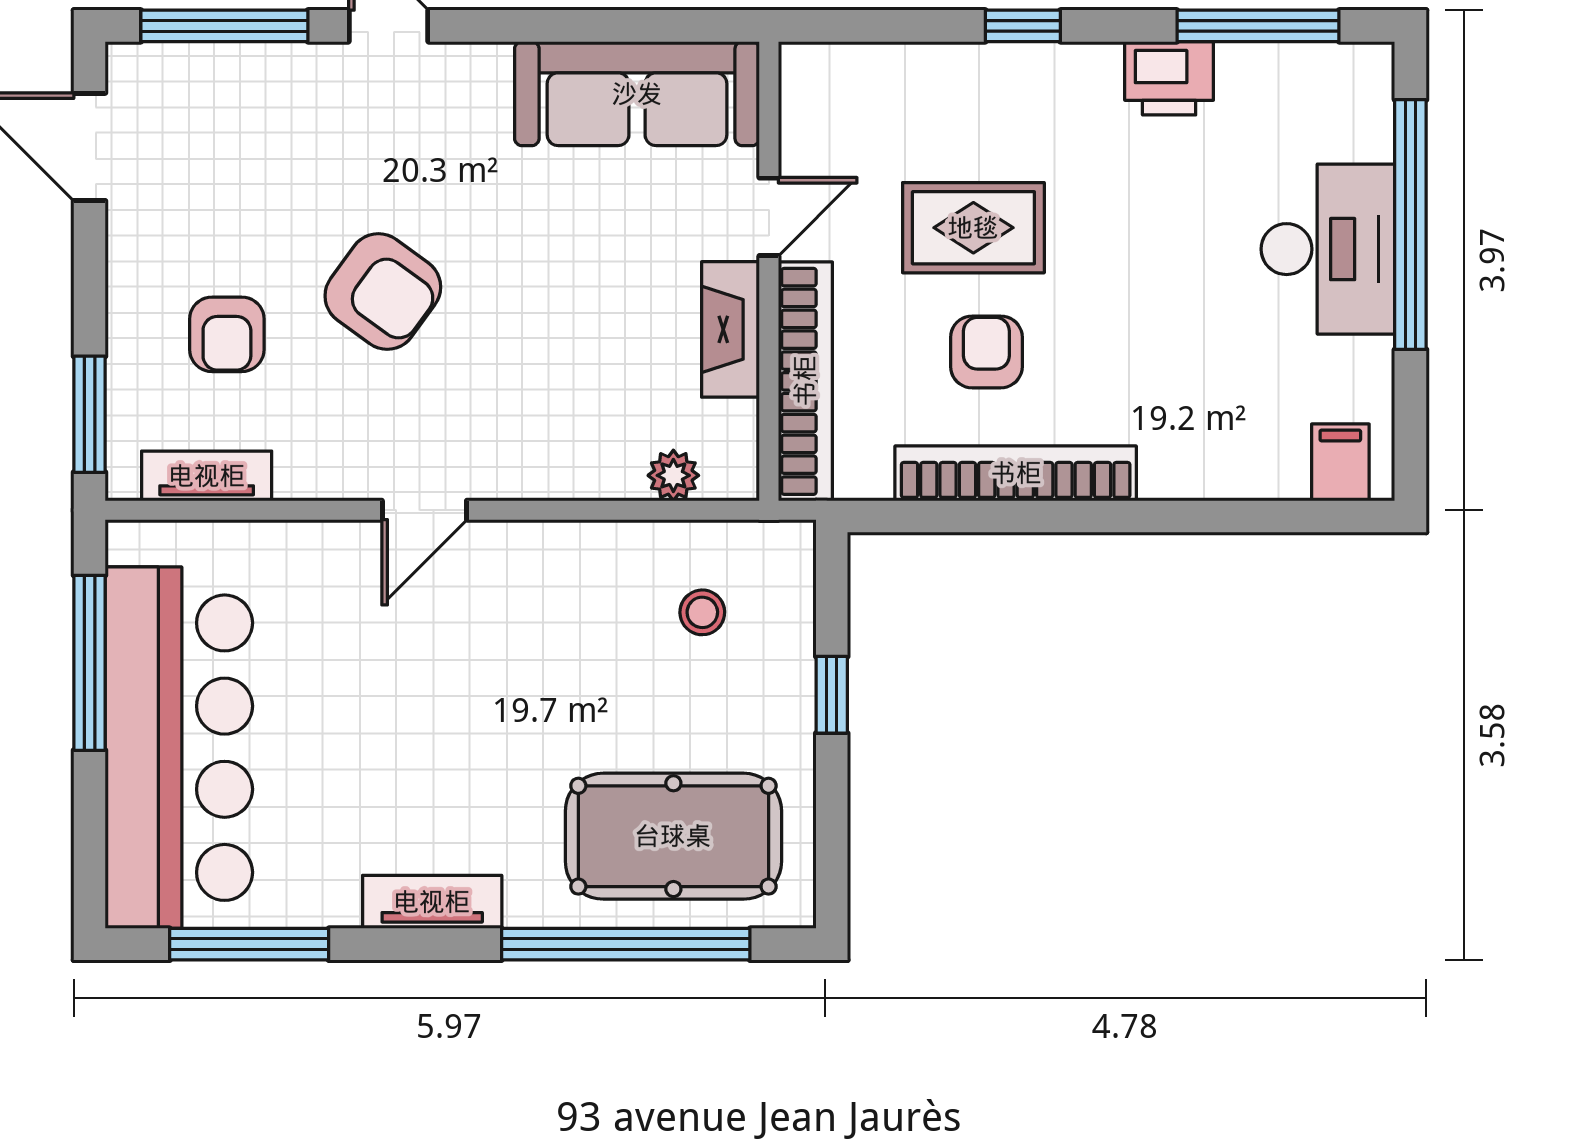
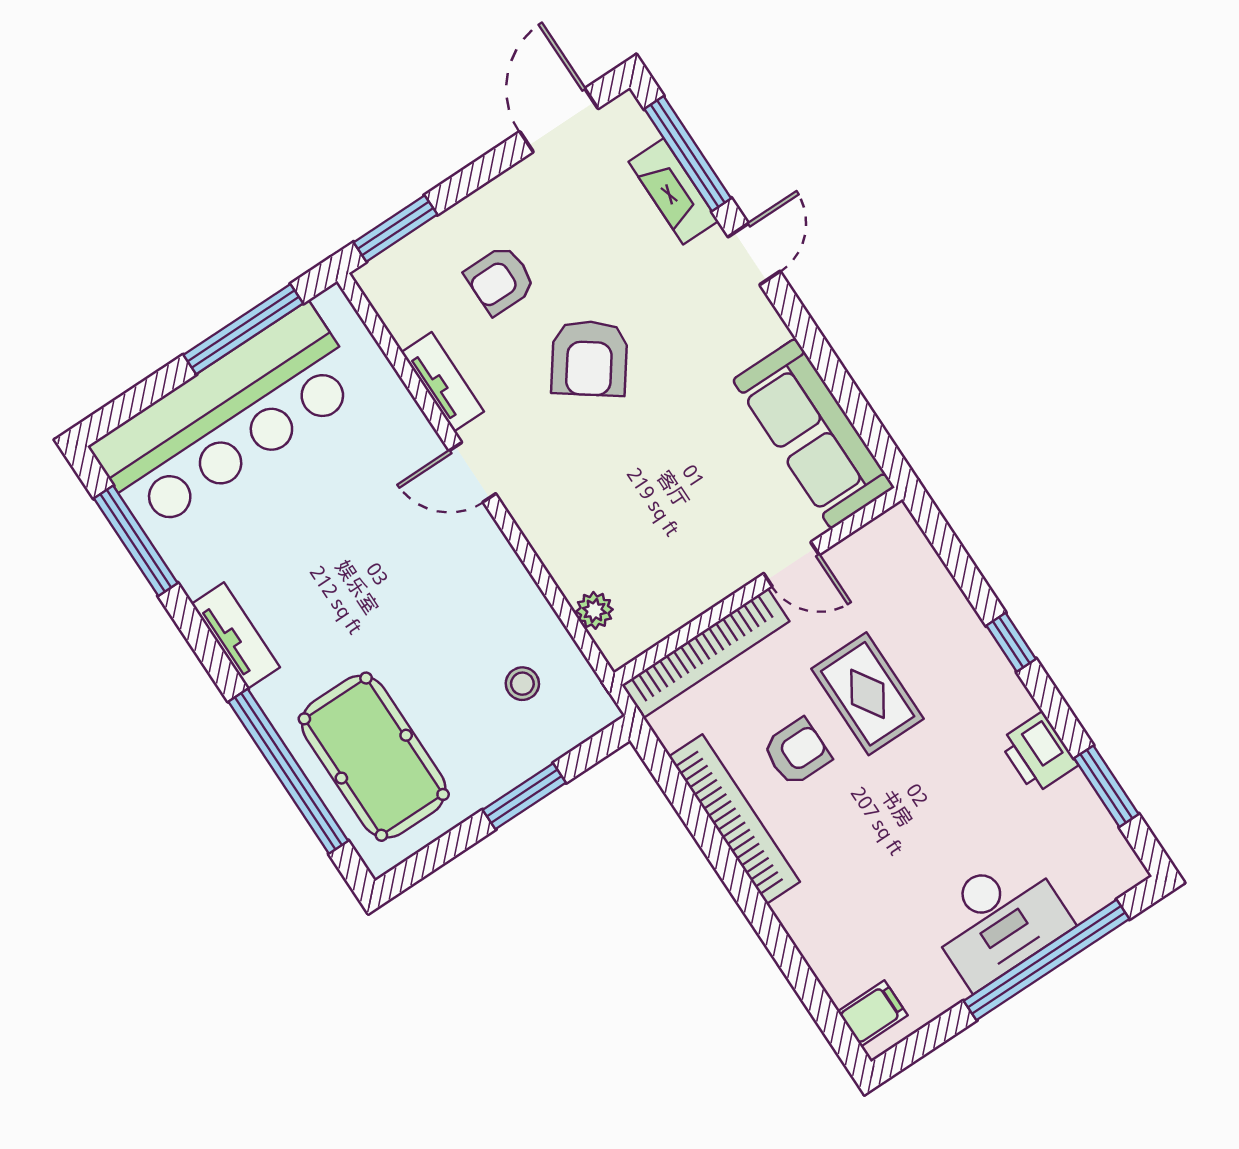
window: (1258, 26) -> (1106, 786), width x0.69
fireplace: (730, 329) -> (673, 191), moved, turned -90
tv unit: (207, 476) -> (443, 382), moved
window: (832, 695) -> (524, 796), width x1.50

